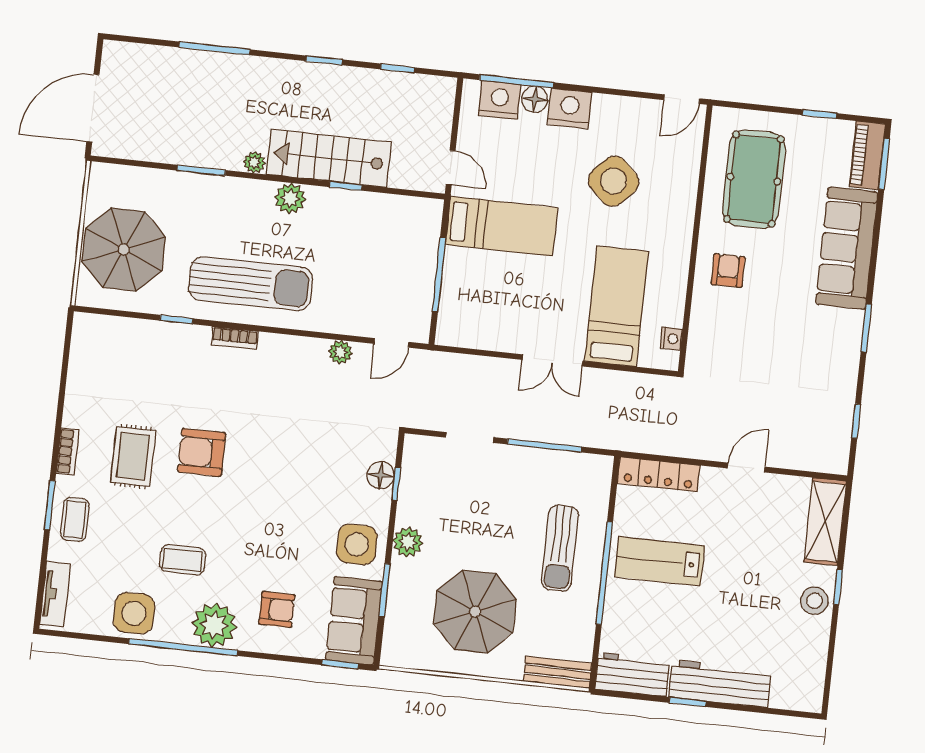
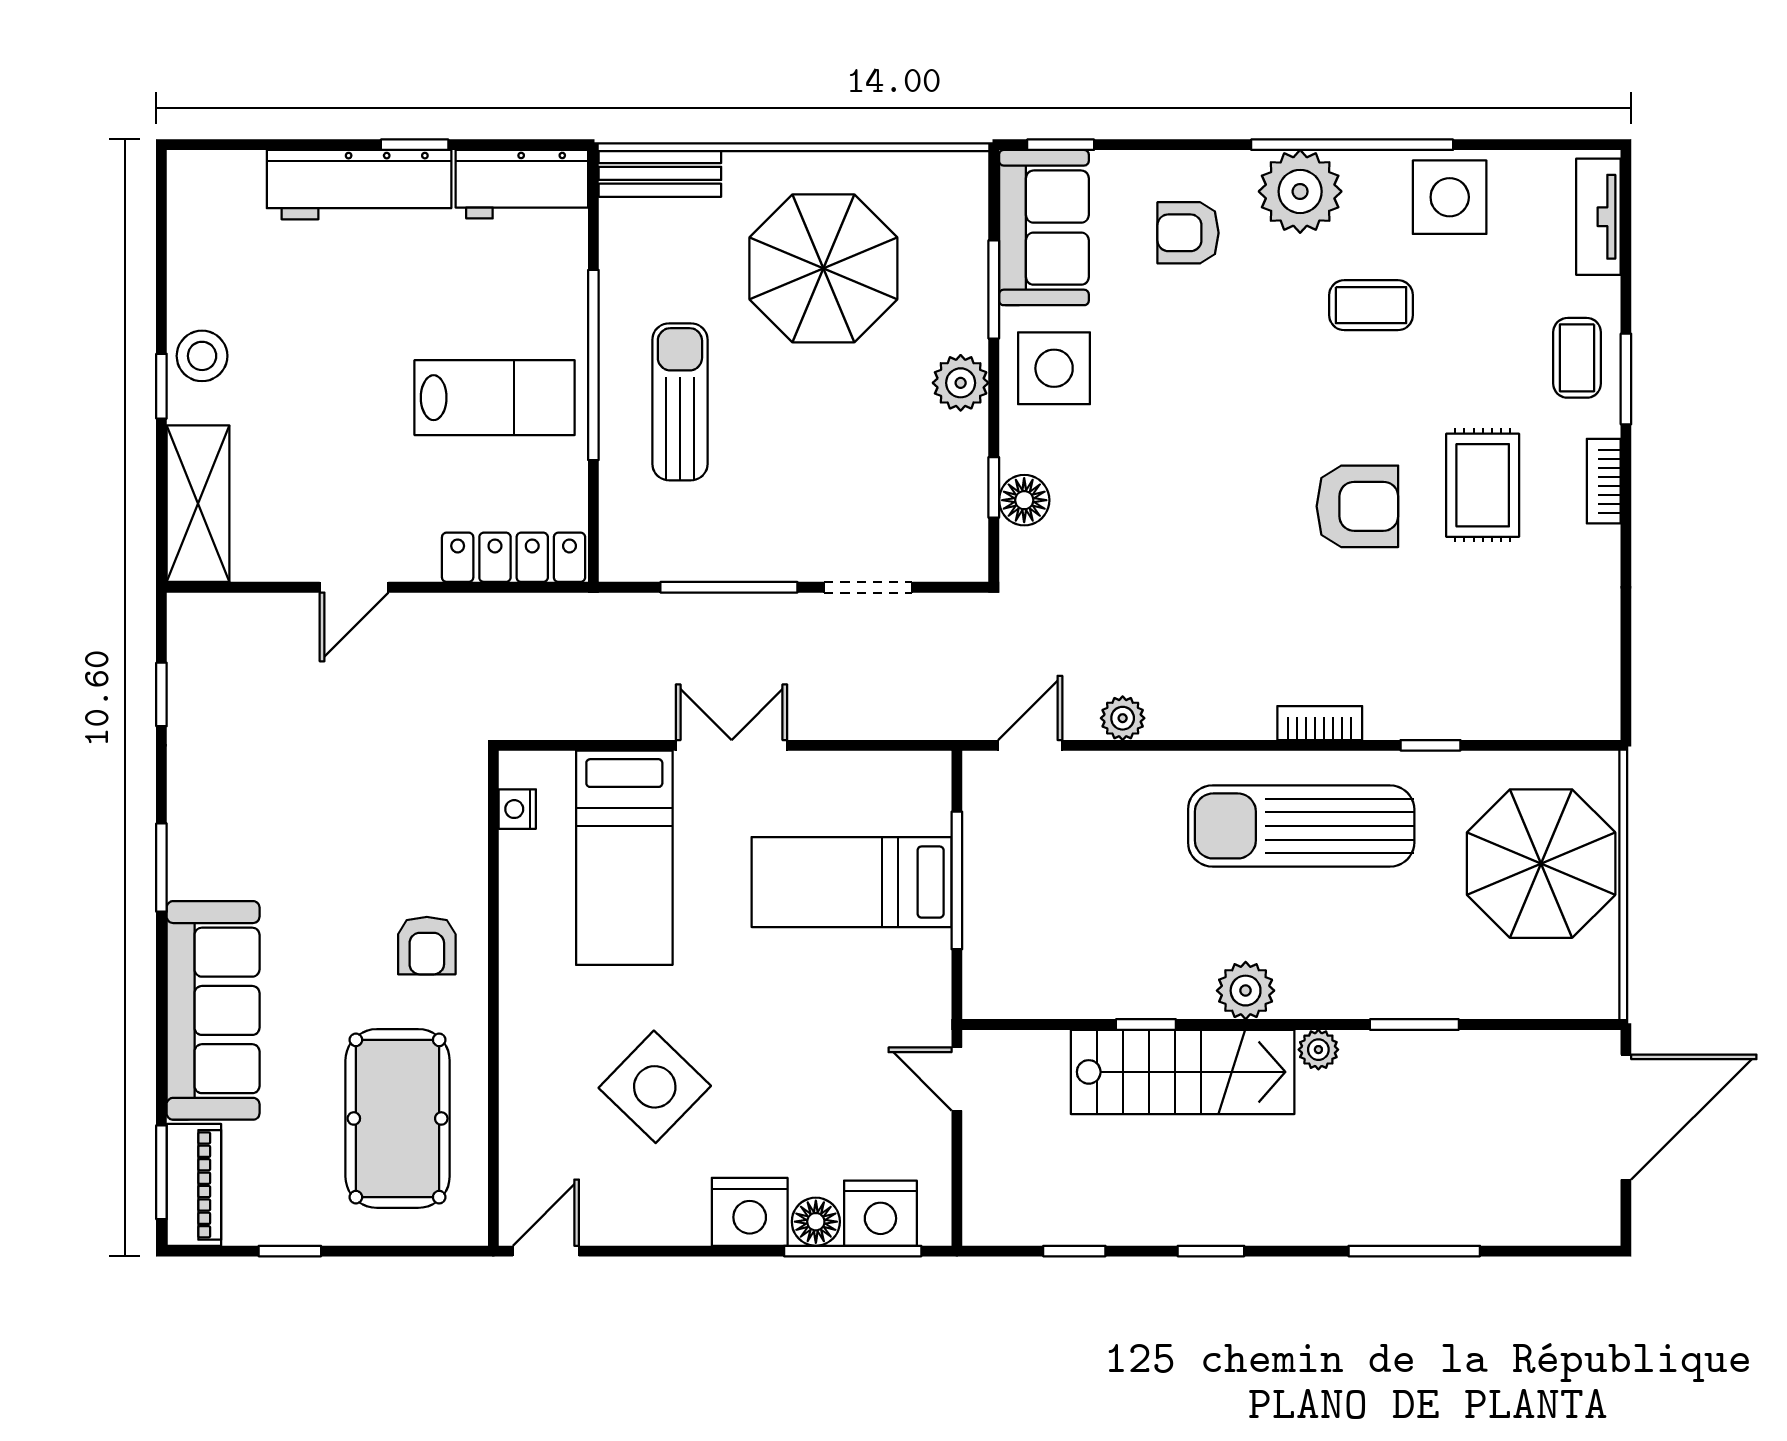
bed: (502, 226) -> (852, 882), moved

